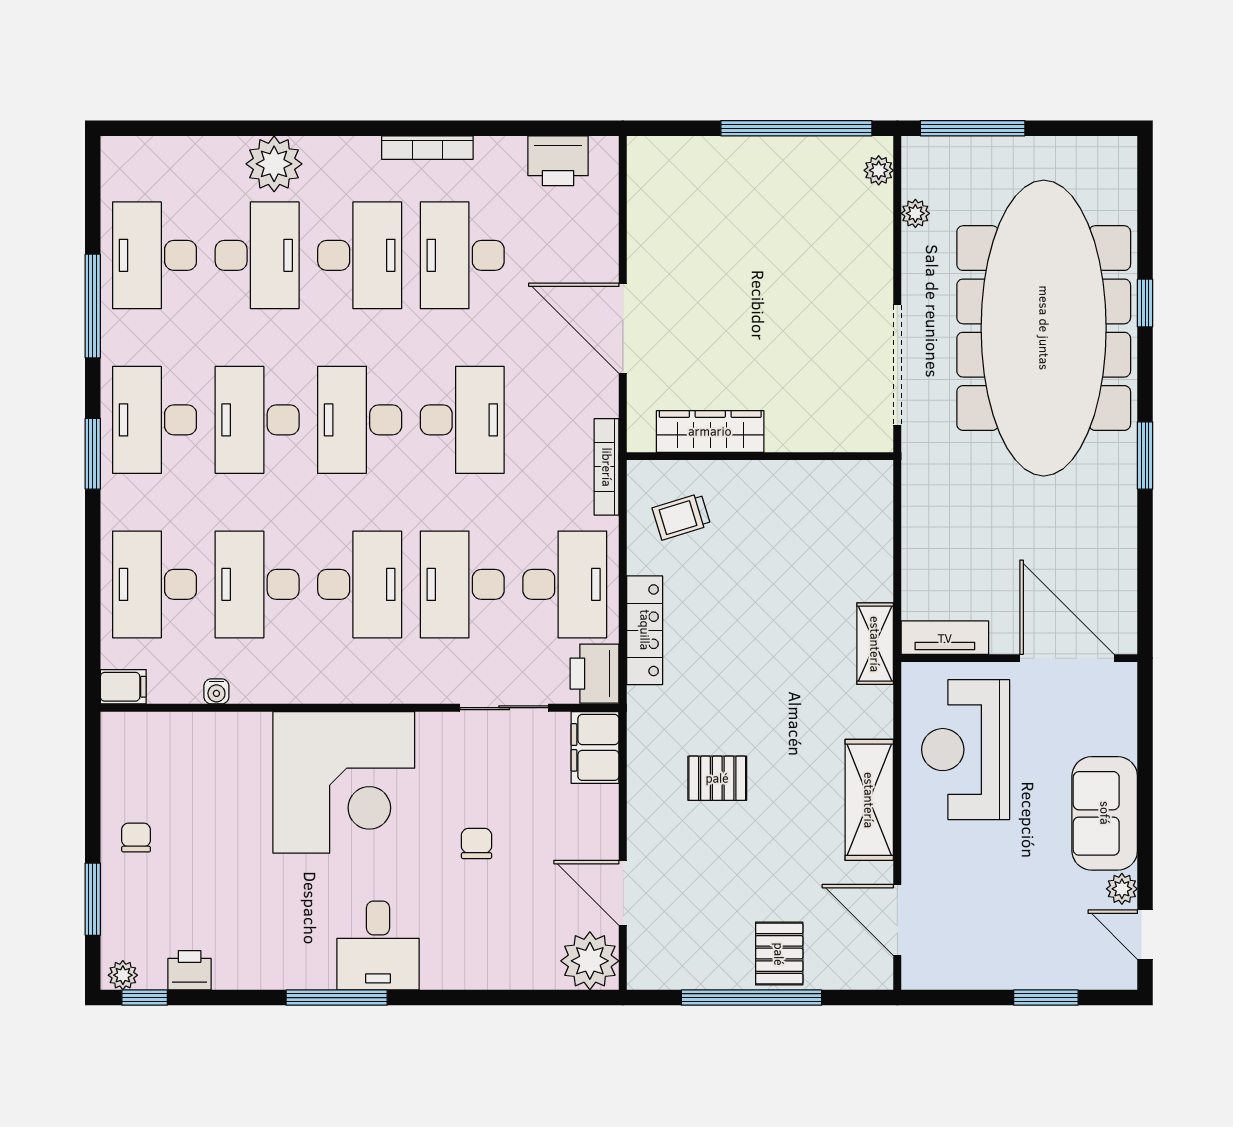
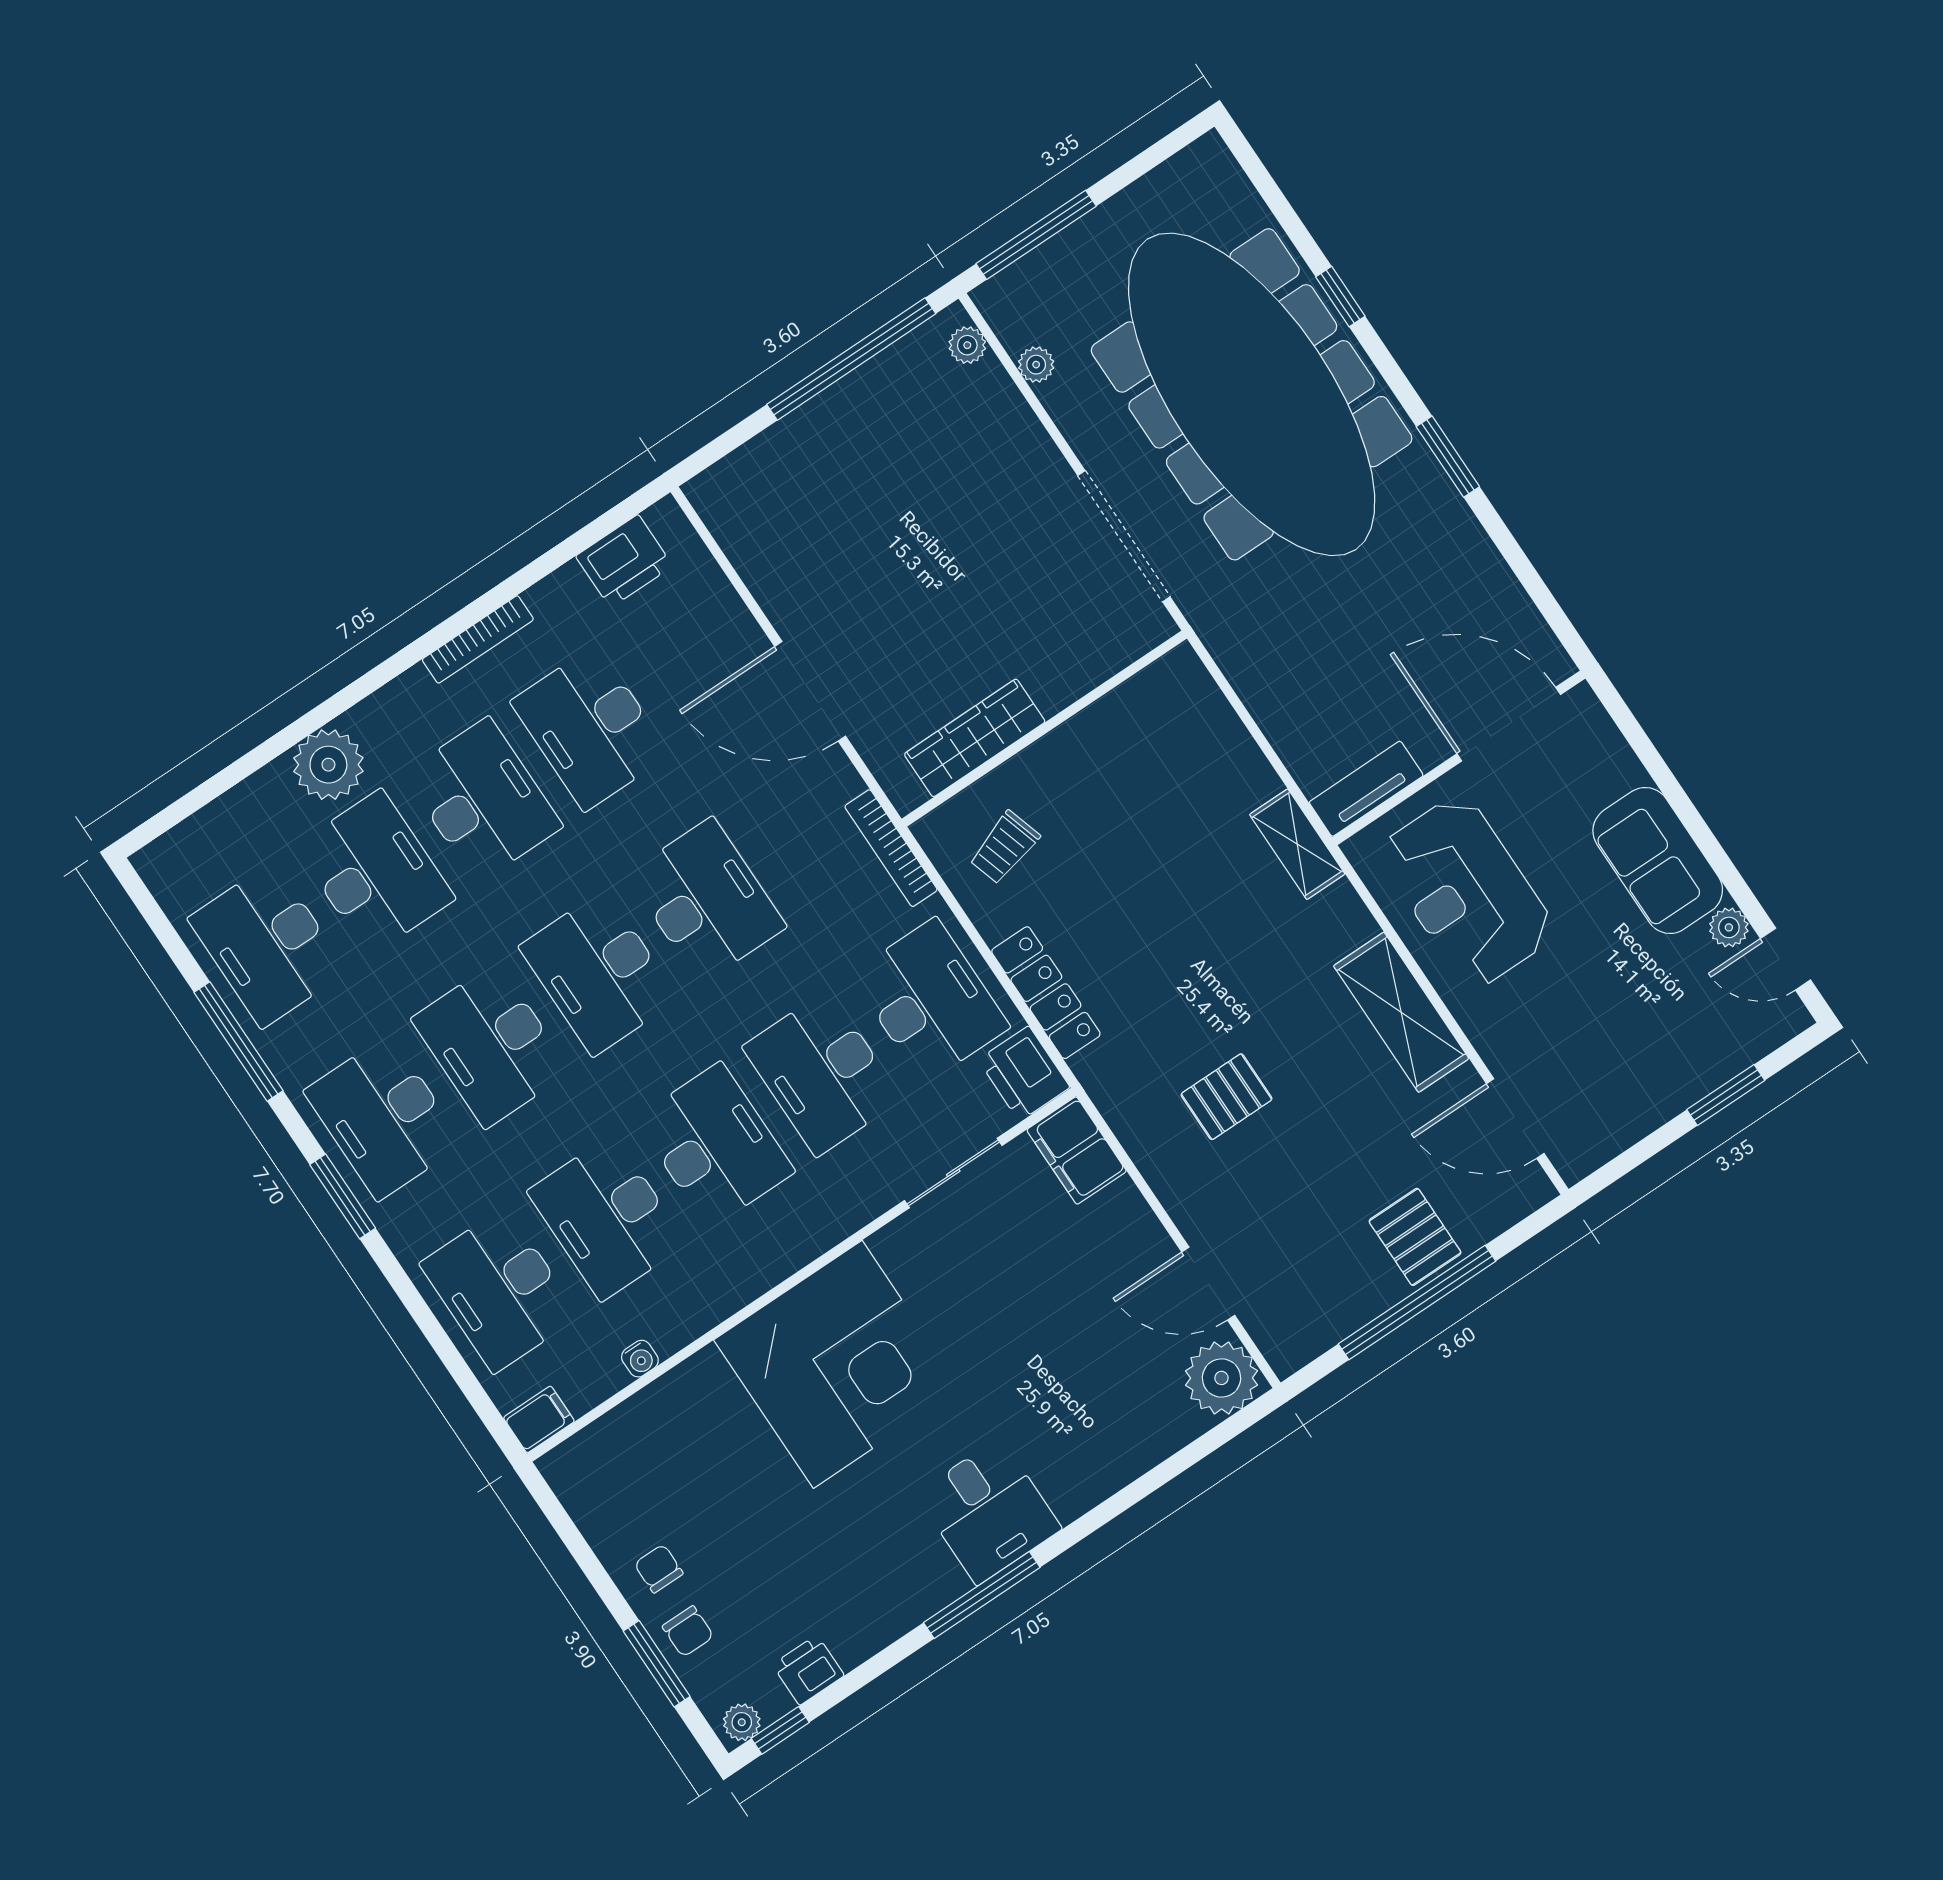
chair: (477, 843) -> (688, 1631), moved, turned 180

